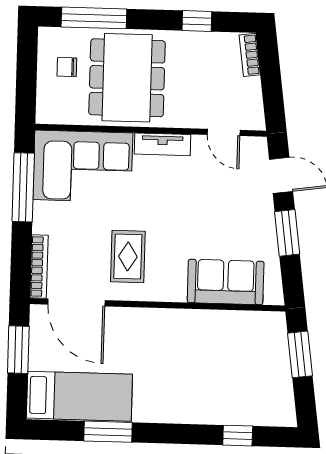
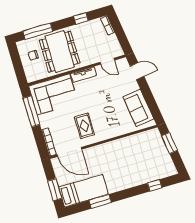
window: (287, 233) -> (147, 94), removed
sofa: (226, 282) -> (138, 108), moved, turned -98
window: (18, 350) -> (55, 190), moved

